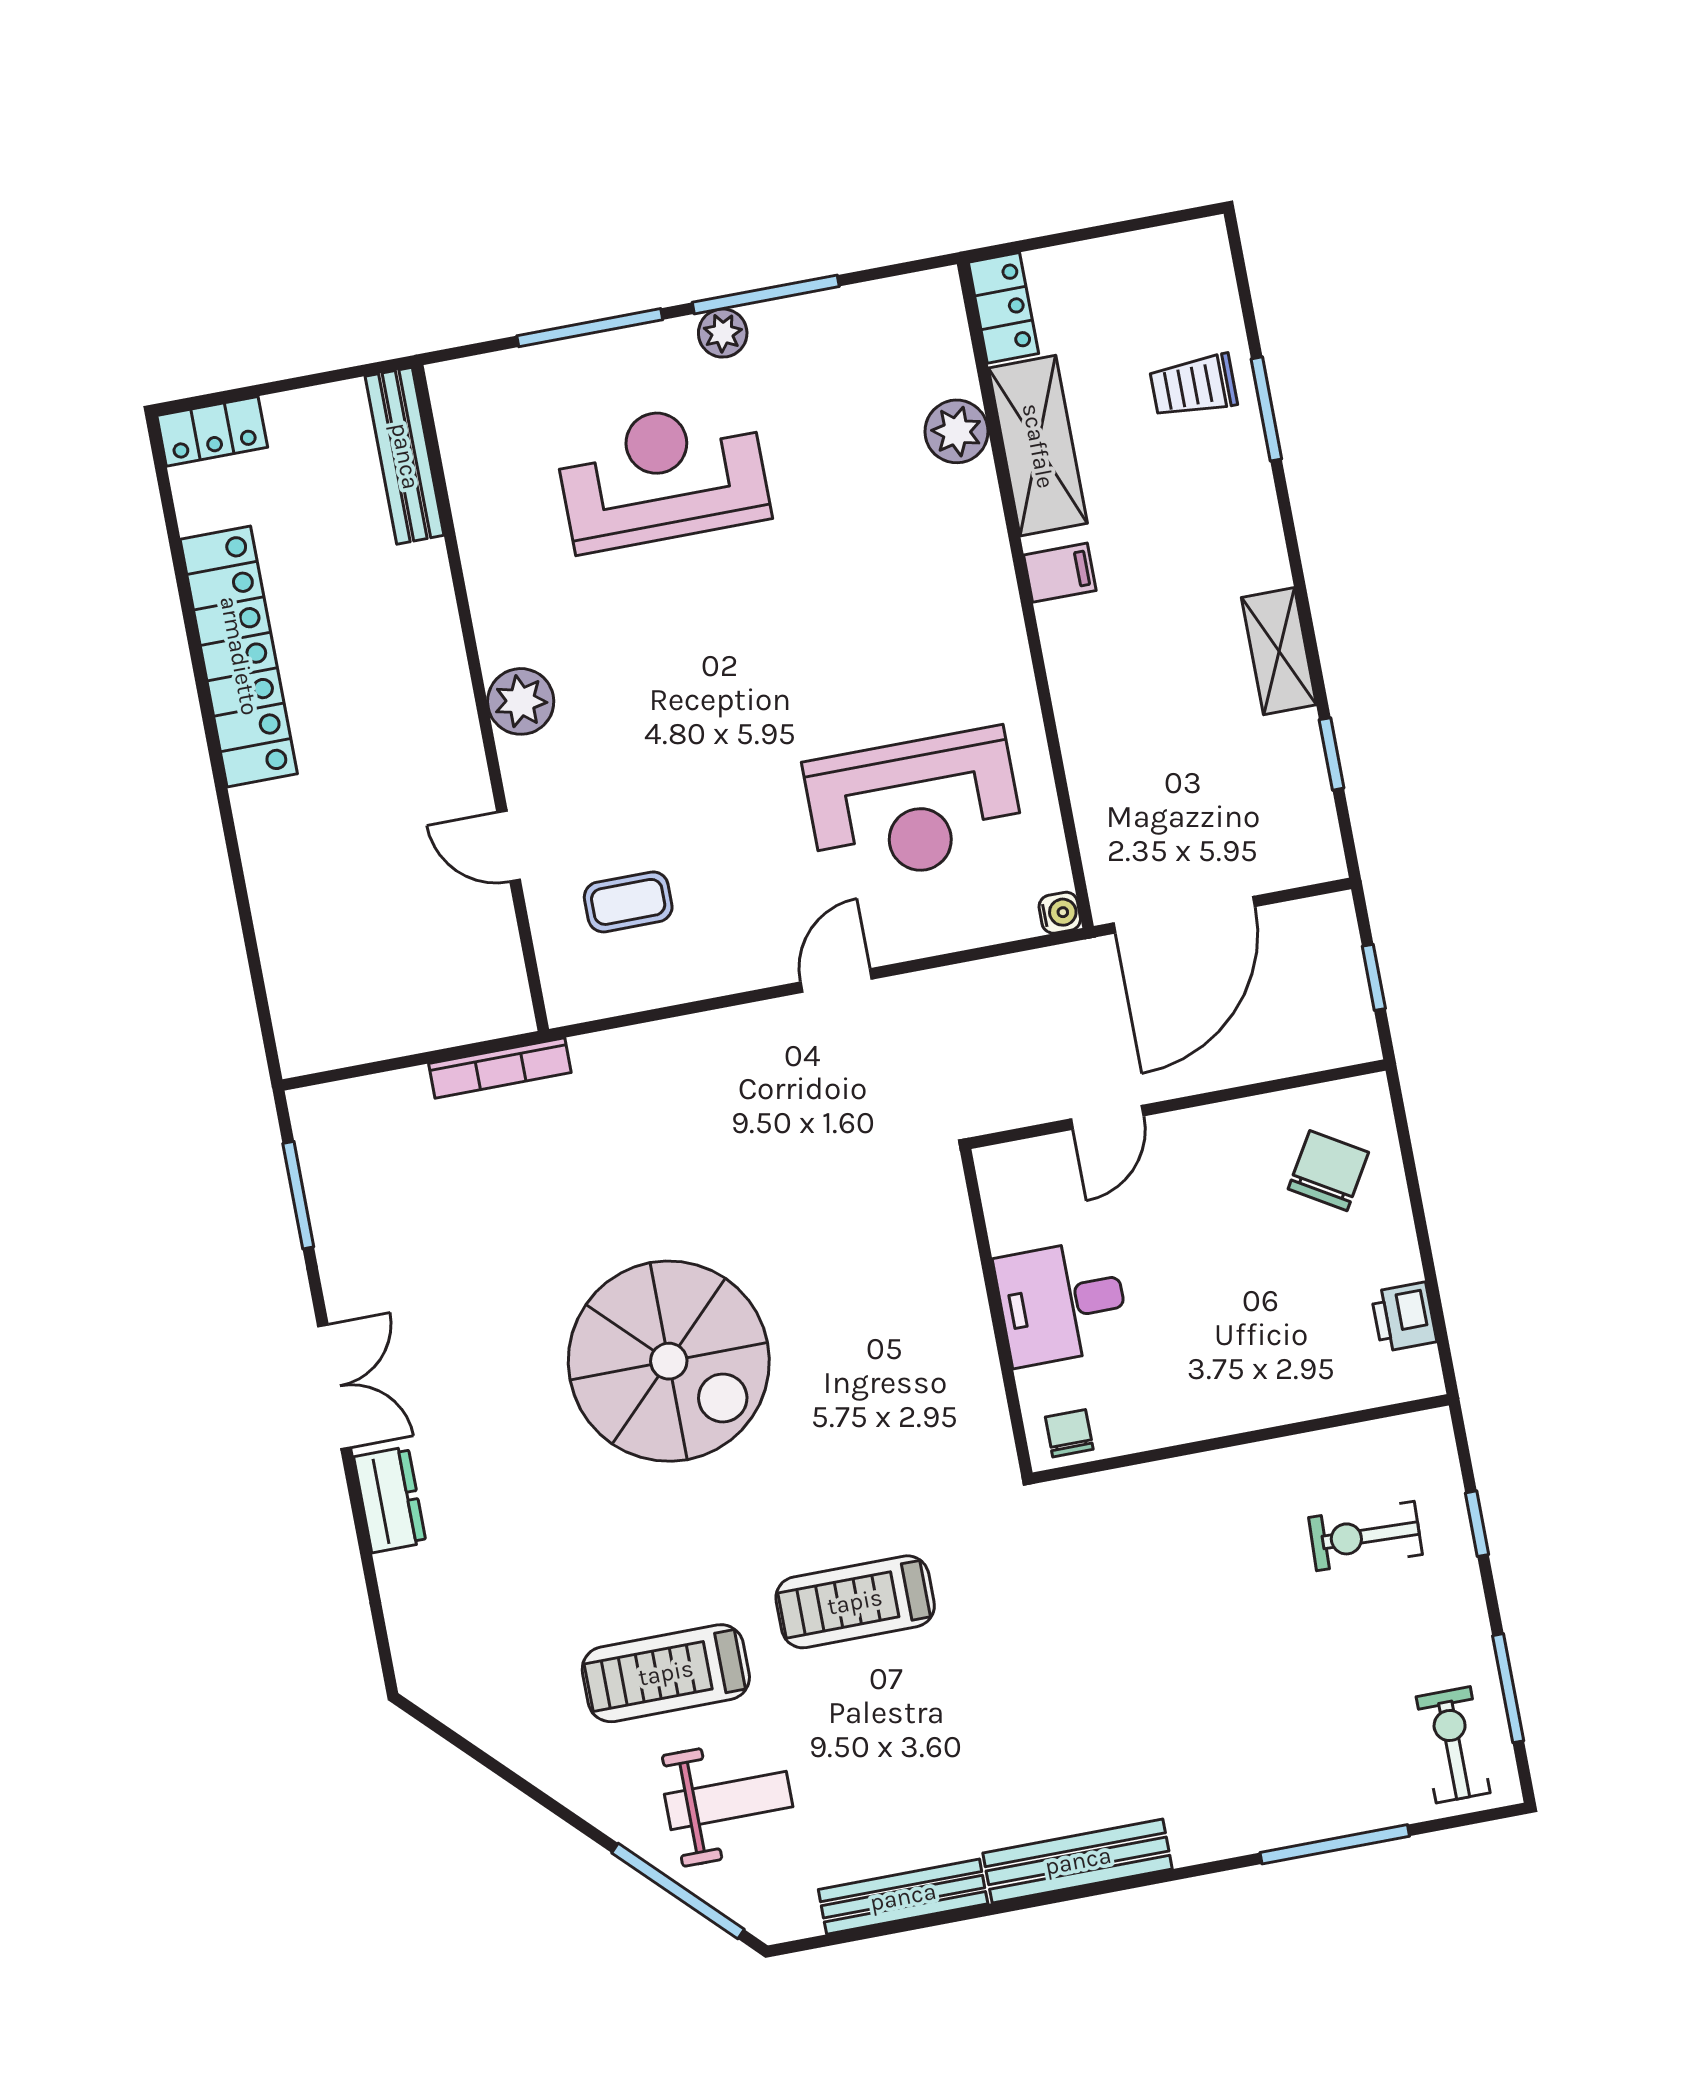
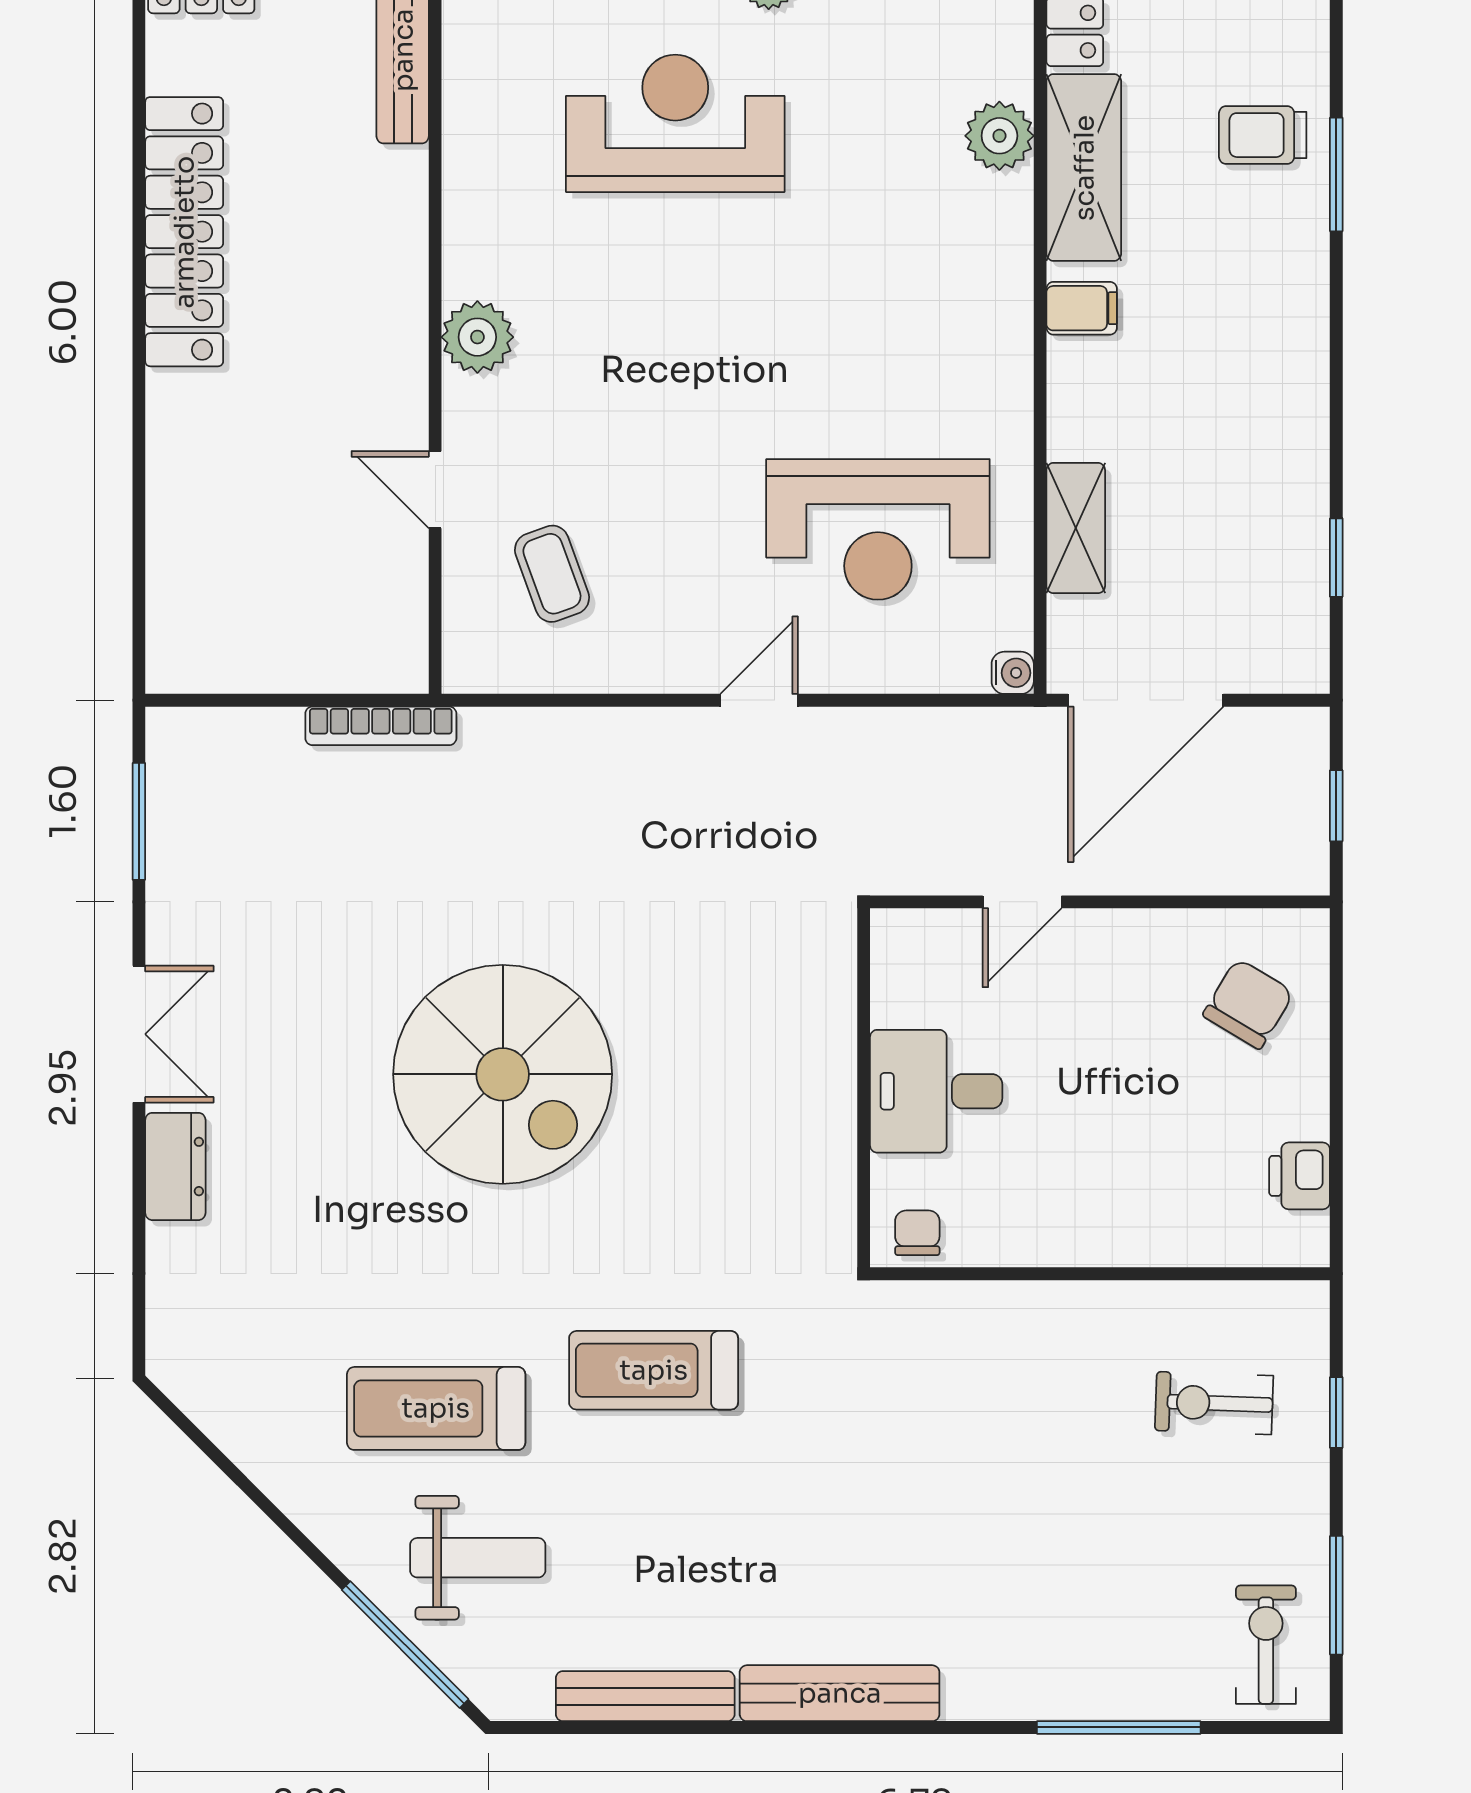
shelving: (1279, 651) -> (1076, 528), moved
coffee table: (628, 902) -> (552, 574), turned 70

